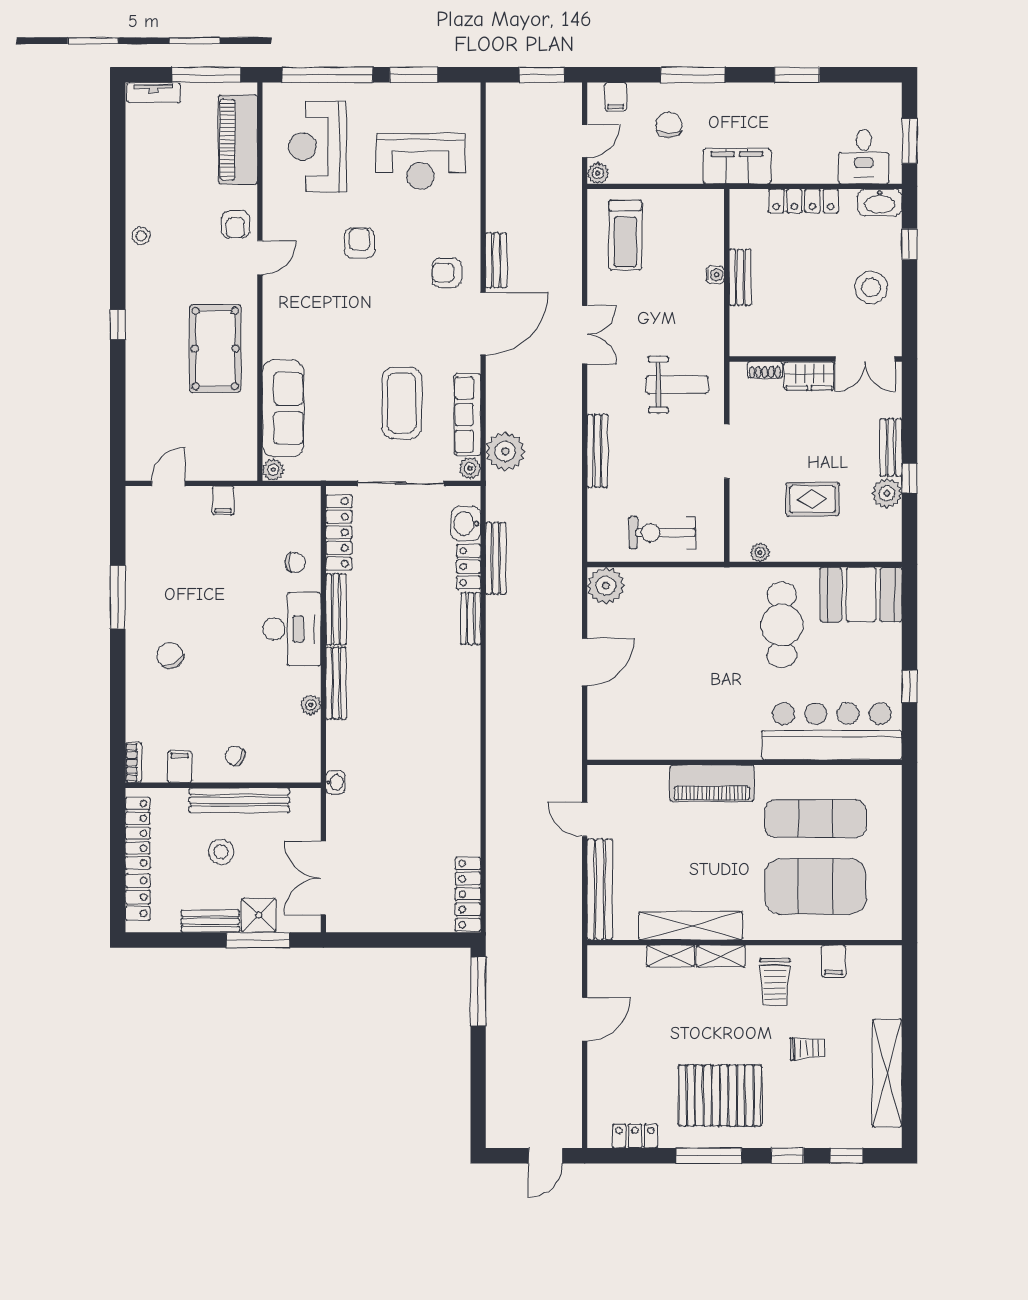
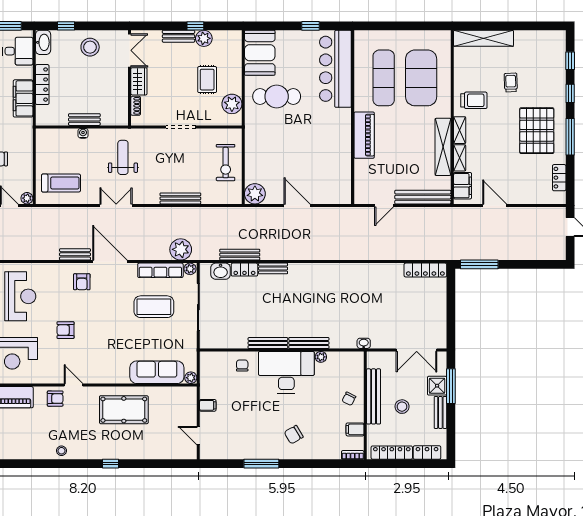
filing cabinet: (737, 166) -> (23, 98), moved
weight bench: (677, 385) -> (123, 157), moved
locker: (339, 532) -> (225, 341), removed
plant: (760, 552) -> (232, 104), width x1.87, depth x1.87
desk: (292, 629) -> (286, 372), width x1.36, depth x1.30
filing cabinet: (833, 961) -> (463, 186), moved, width x2.00
shelving: (887, 1073) -> (484, 38), moved

